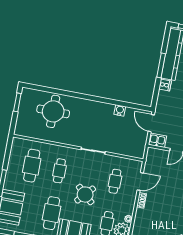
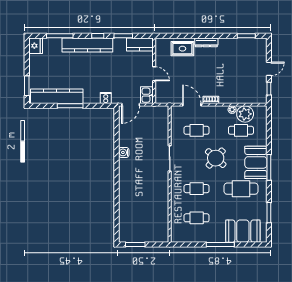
cooker: (165, 85) -> (106, 98), moved
water cooler: (120, 110) -> (124, 152), moved
round table: (53, 111) -> (137, 206), removed
cafe table: (32, 166) -> (197, 218), width x0.73, depth x0.74

